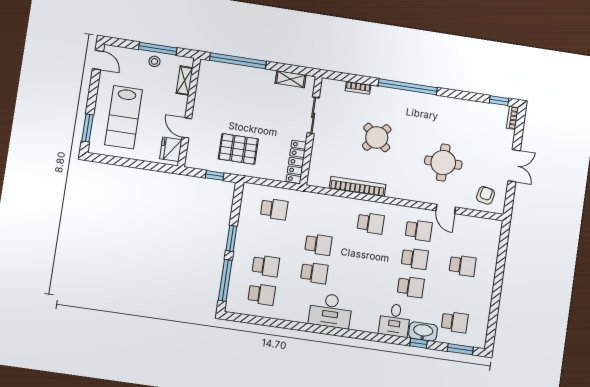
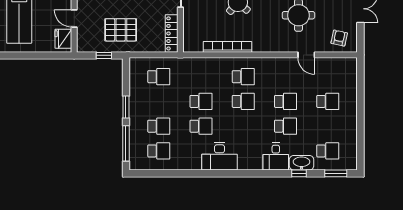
school desk: (419, 230) -> (243, 101), moved

